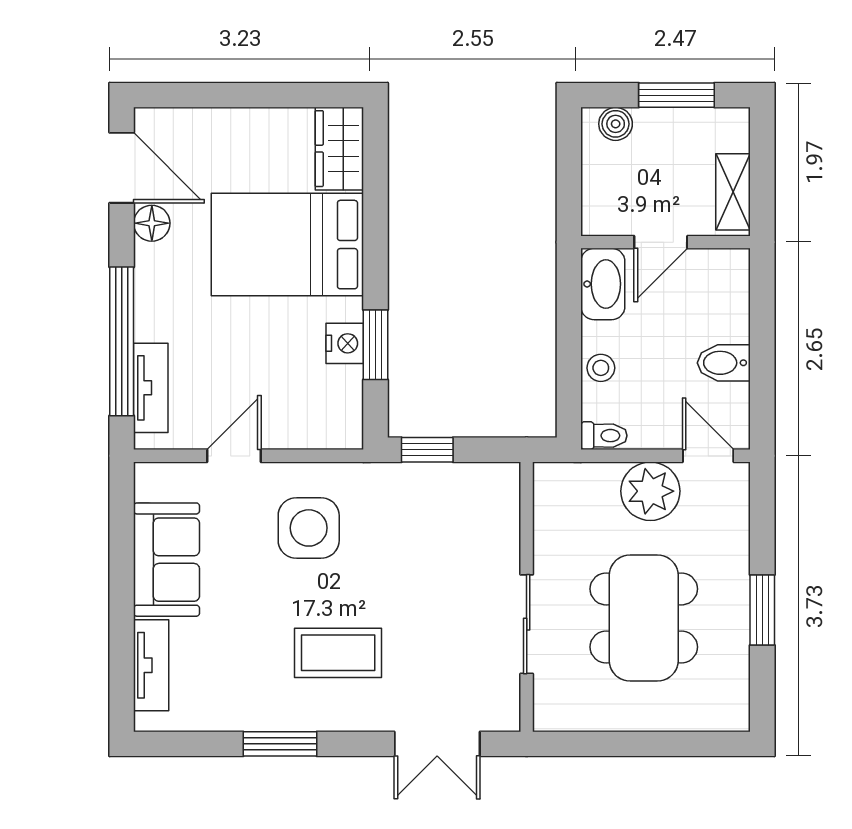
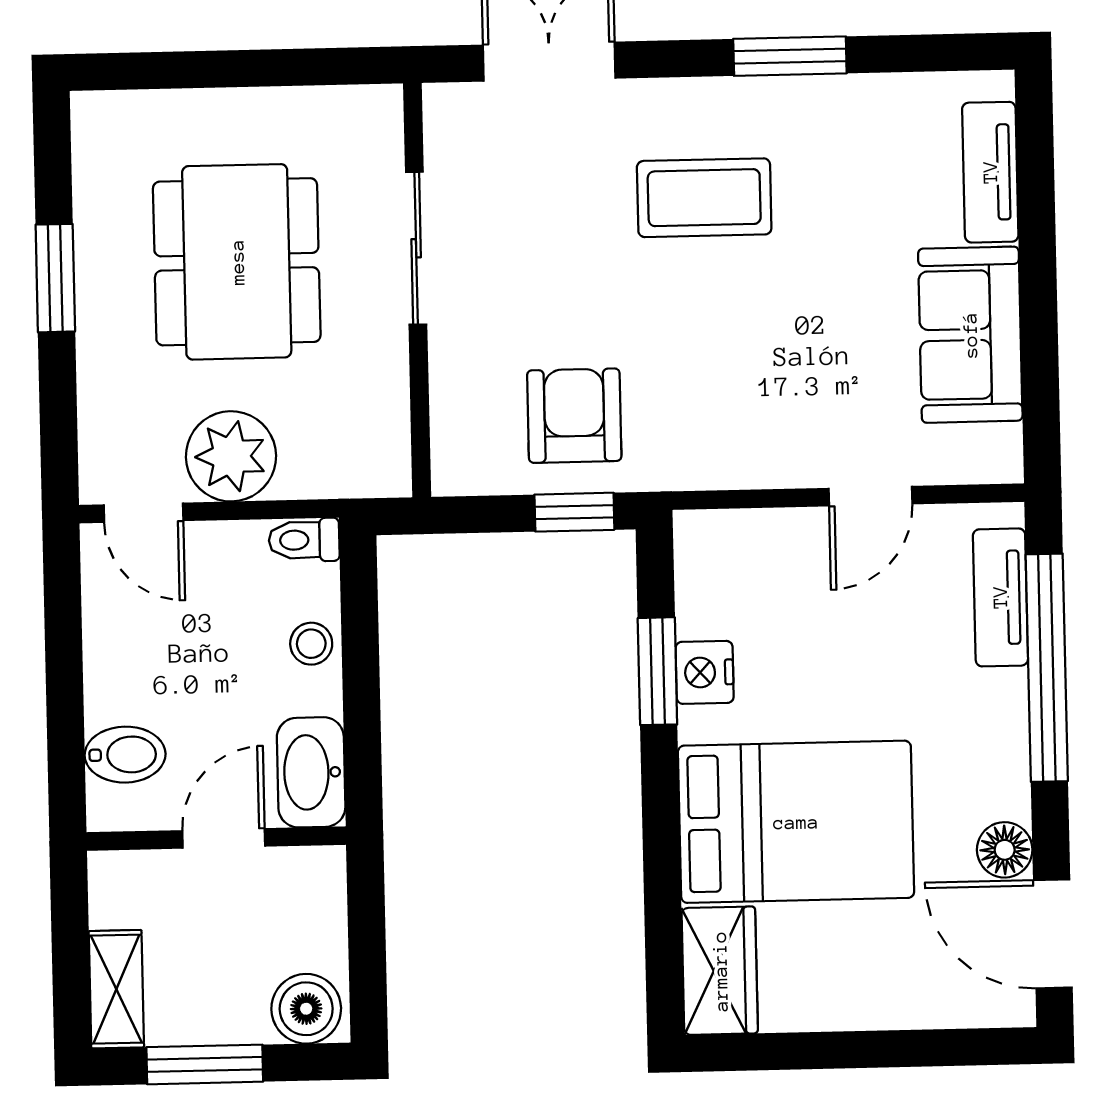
boiler: (616, 124) -> (306, 1009), width x1.36, depth x1.36
shelving: (733, 192) -> (116, 989), moved
bidet: (724, 363) -> (125, 755), moved
armchair: (426, 513) -> (574, 416), added
side table: (309, 528) -> (753, 388), removed

